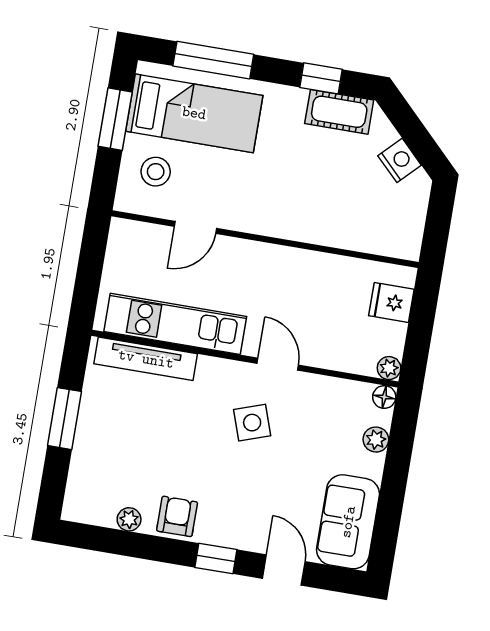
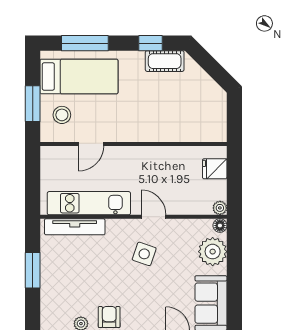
window: (115, 119) -> (33, 104), moved
nightstand: (400, 160) -> (205, 84), removed
side table: (252, 423) -> (144, 254), turned 38
plant: (376, 440) -> (213, 252), width x1.88, depth x1.88

